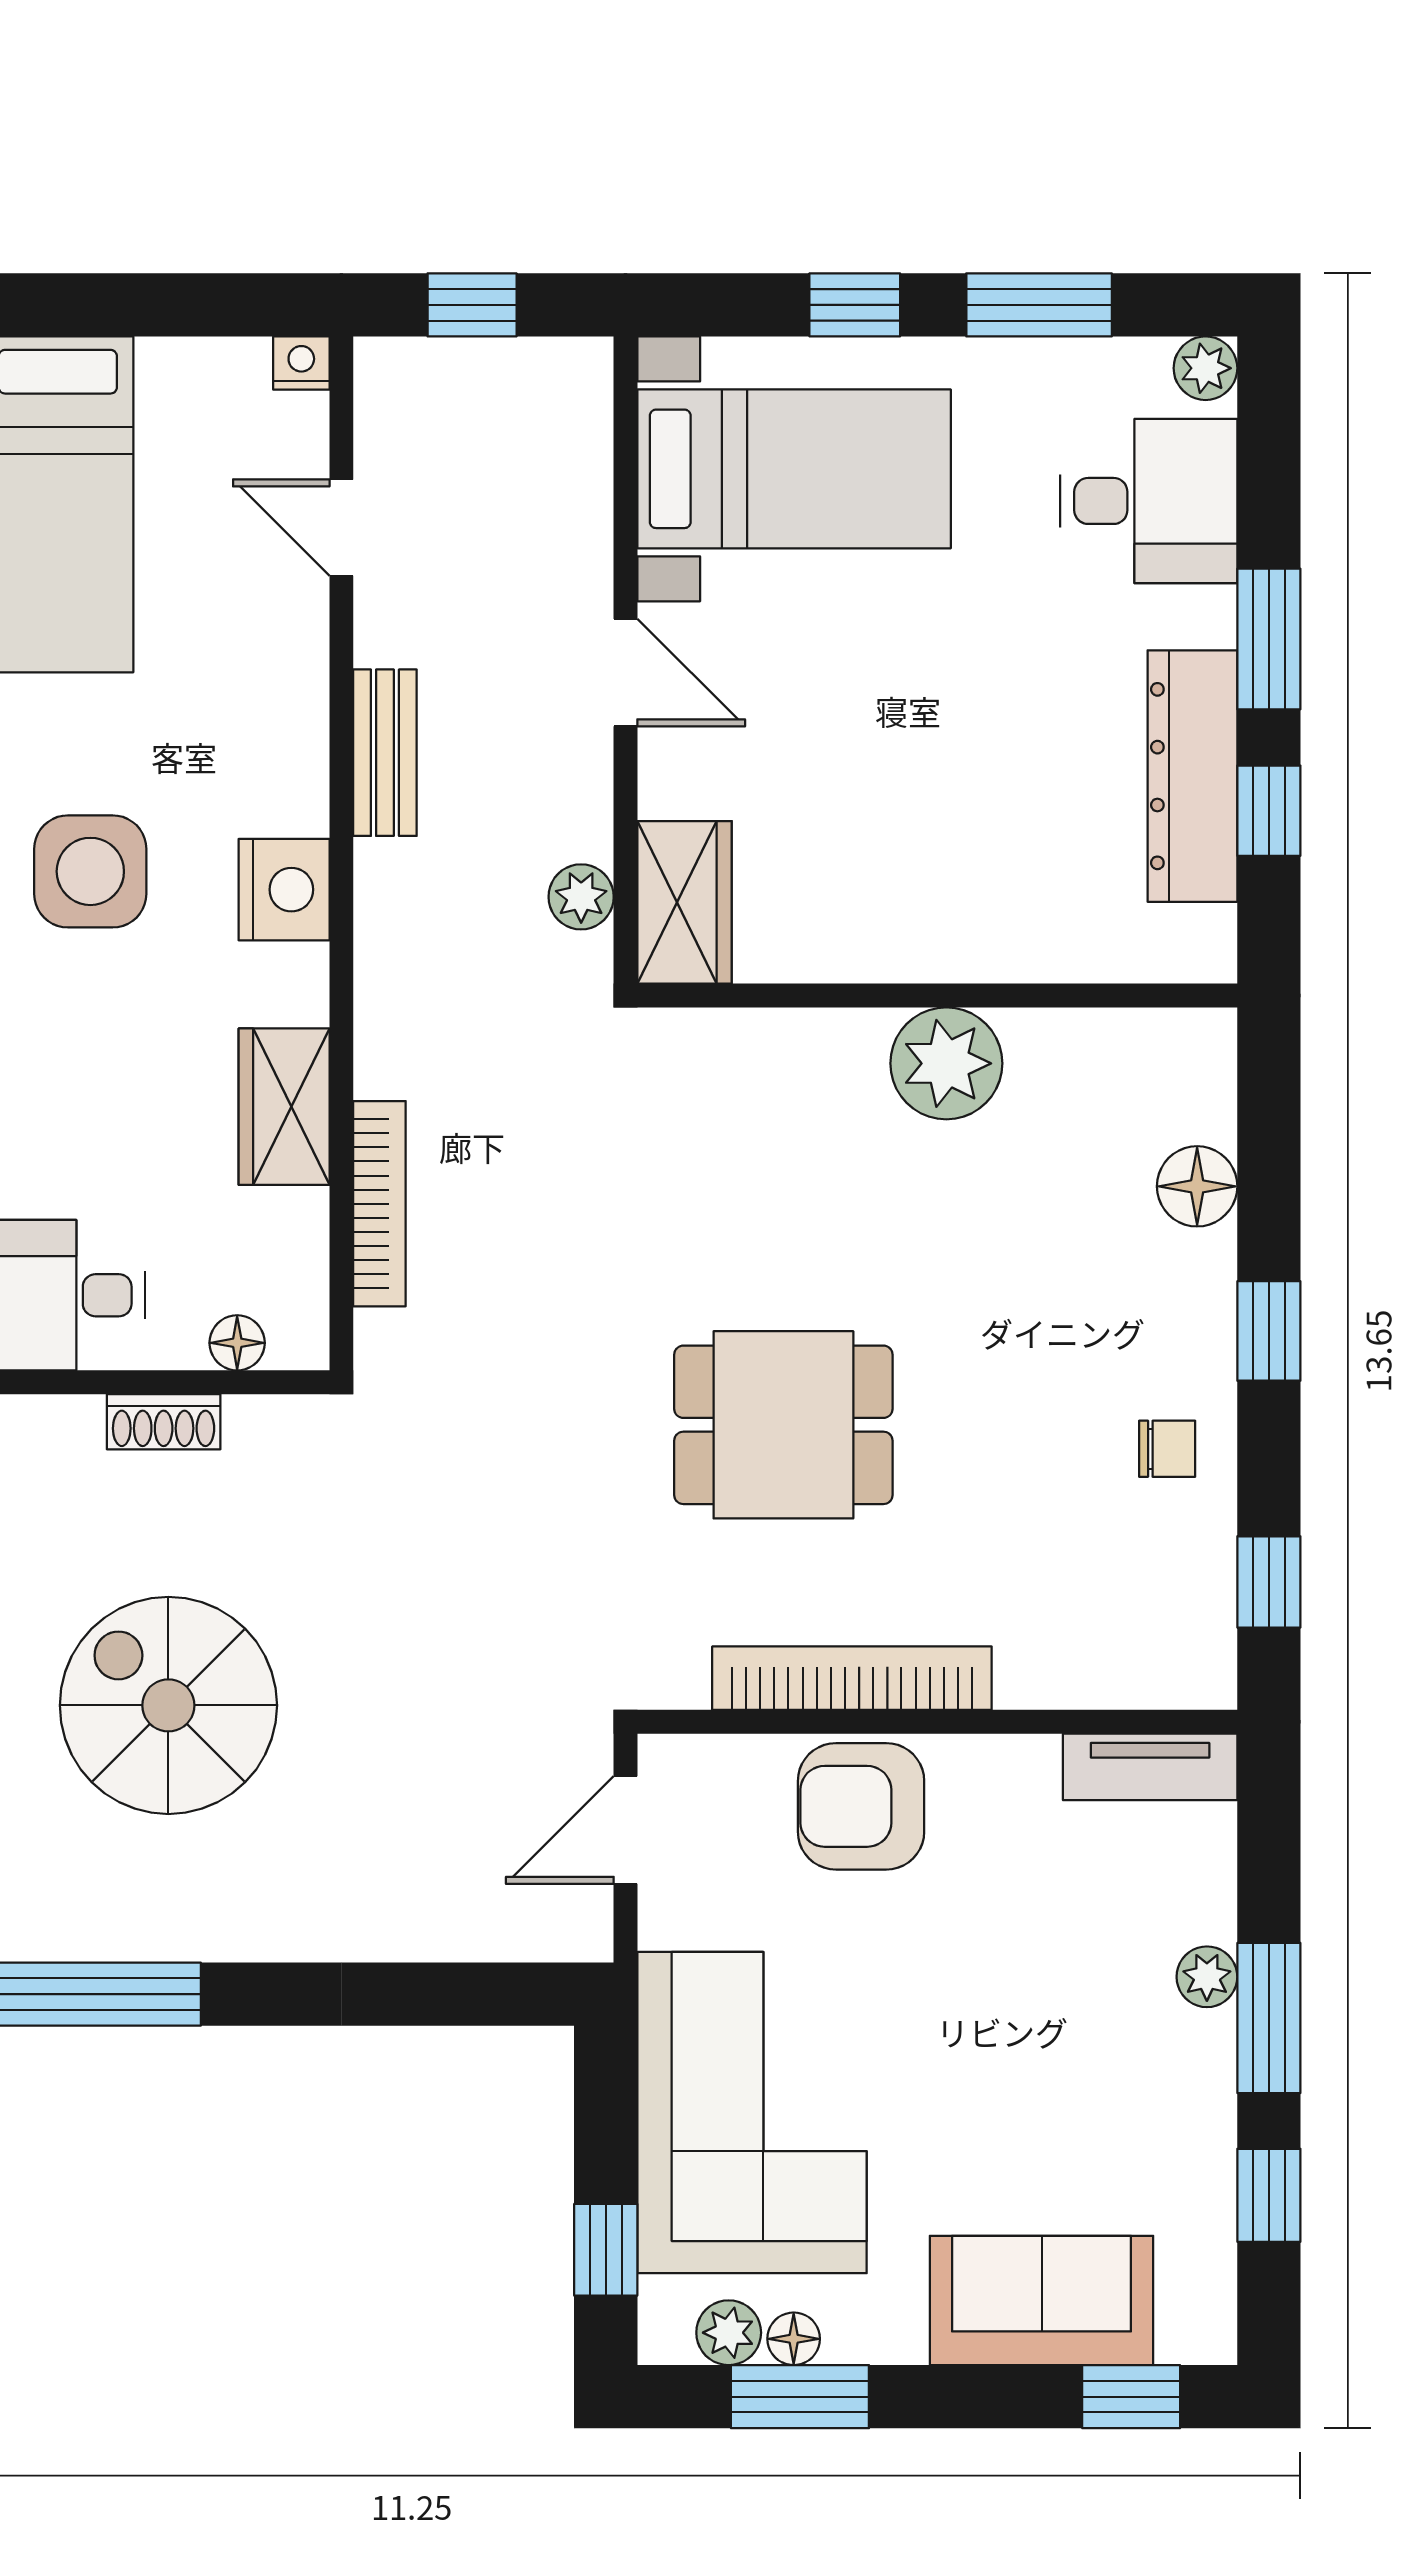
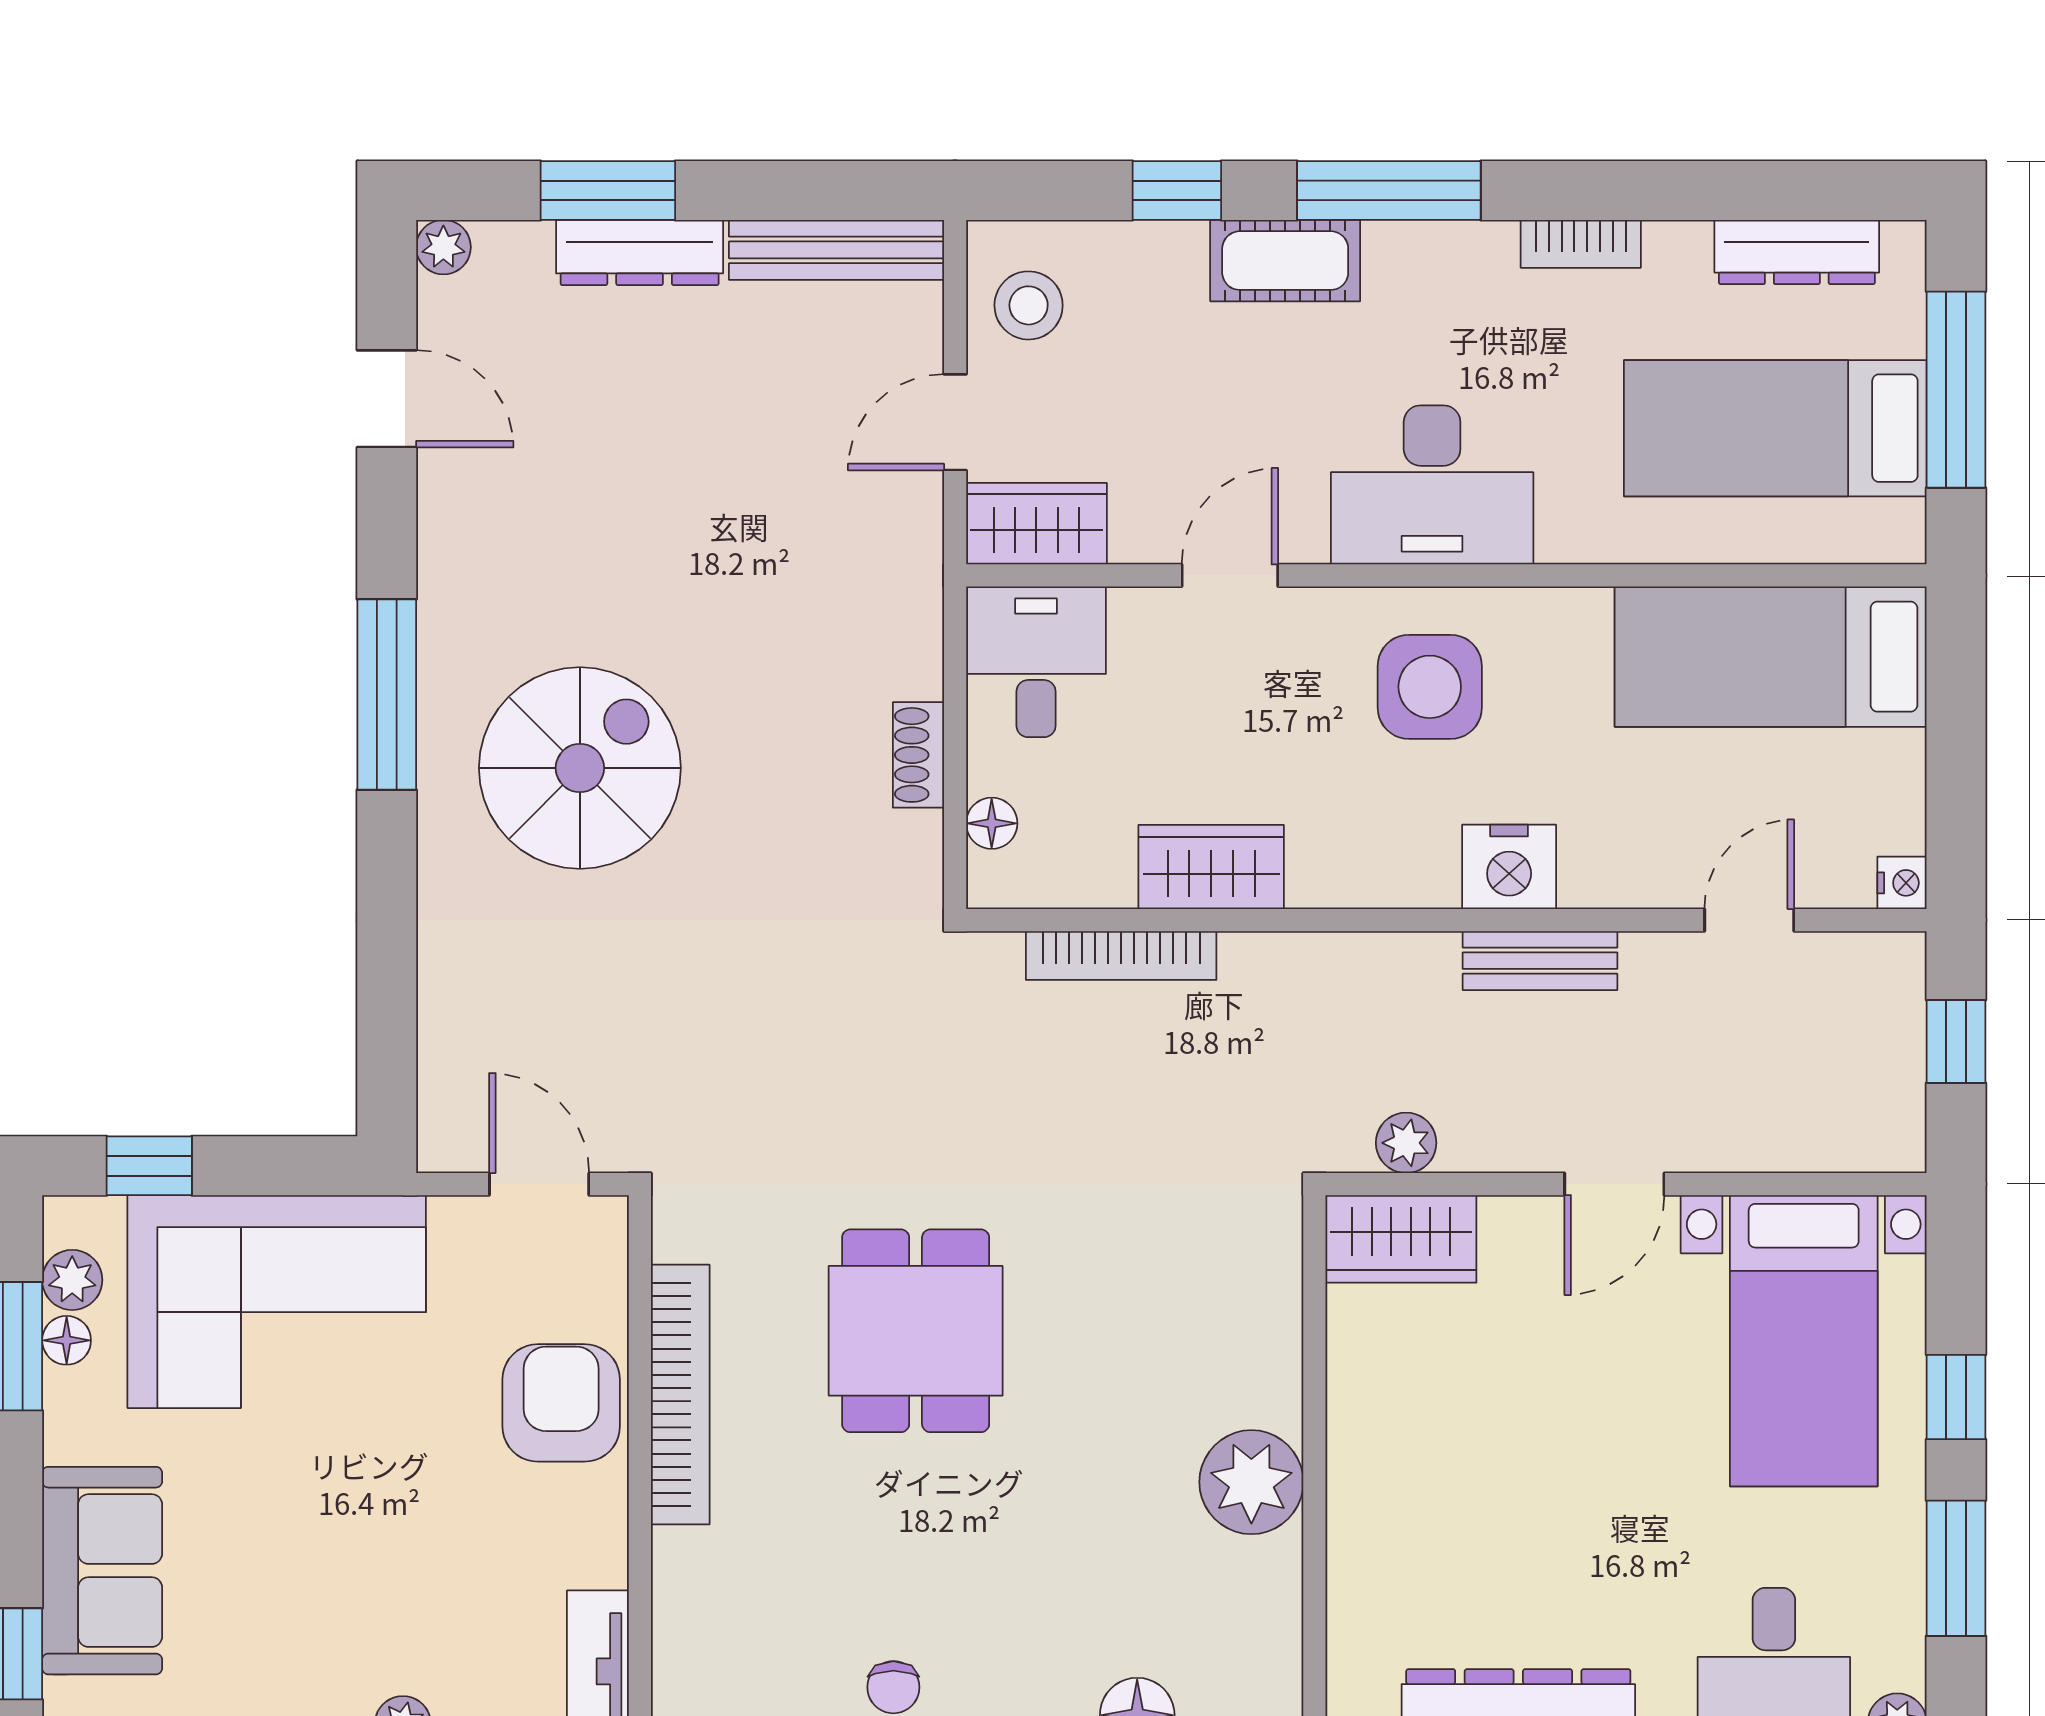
nightstand: (284, 890) -> (1509, 867), moved
spiral stairs: (168, 1705) -> (580, 768), moved

